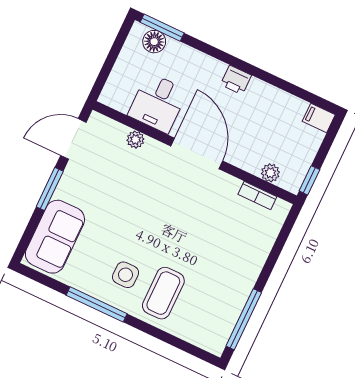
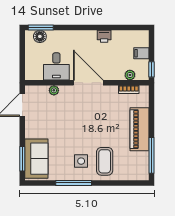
printer: (236, 80) -> (104, 36), moved
filing cabinet: (319, 118) -> (141, 53), moved
window: (50, 189) -> (22, 159), moved
piano: (244, 268) -> (139, 129), added

